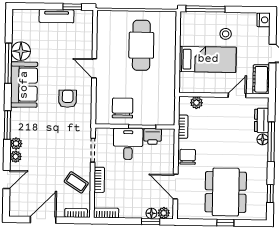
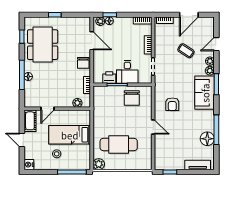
tv unit: (57, 16) -> (198, 165), moved
plant: (169, 19) -> (99, 164), added
cafe table: (141, 45) -> (119, 144), turned 90
sofa: (24, 85) -> (205, 93), moved
dresser: (262, 120) -> (29, 91), removed
coffee table: (76, 182) -> (186, 51), moved
dining table: (226, 192) -> (43, 45), moved

